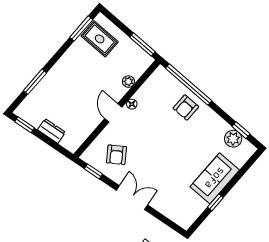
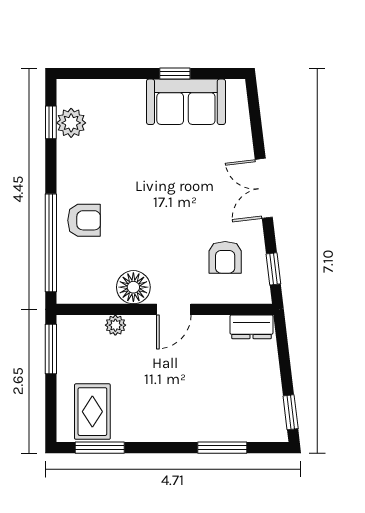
floor lamp: (132, 104) -> (133, 287), width x1.89, depth x1.89
dresser: (51, 131) -> (251, 327), moved, turned -83
armchair: (116, 155) -> (225, 257), turned 125
sofa: (215, 178) -> (186, 102), moved

